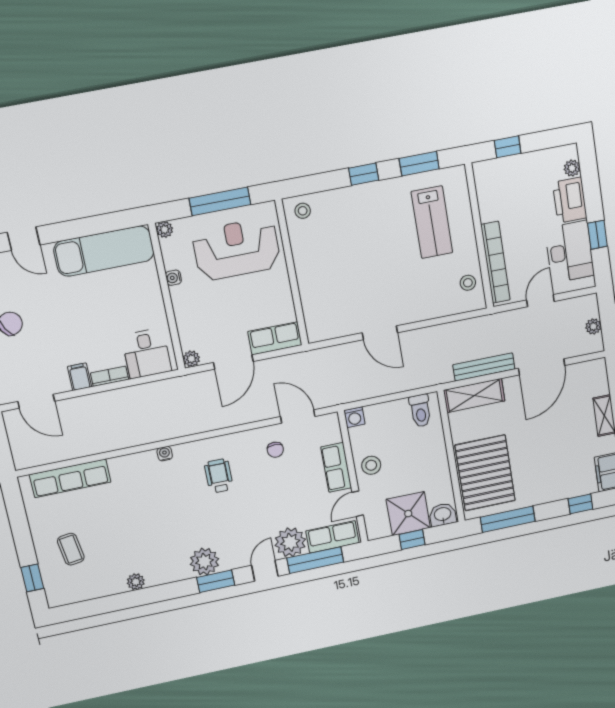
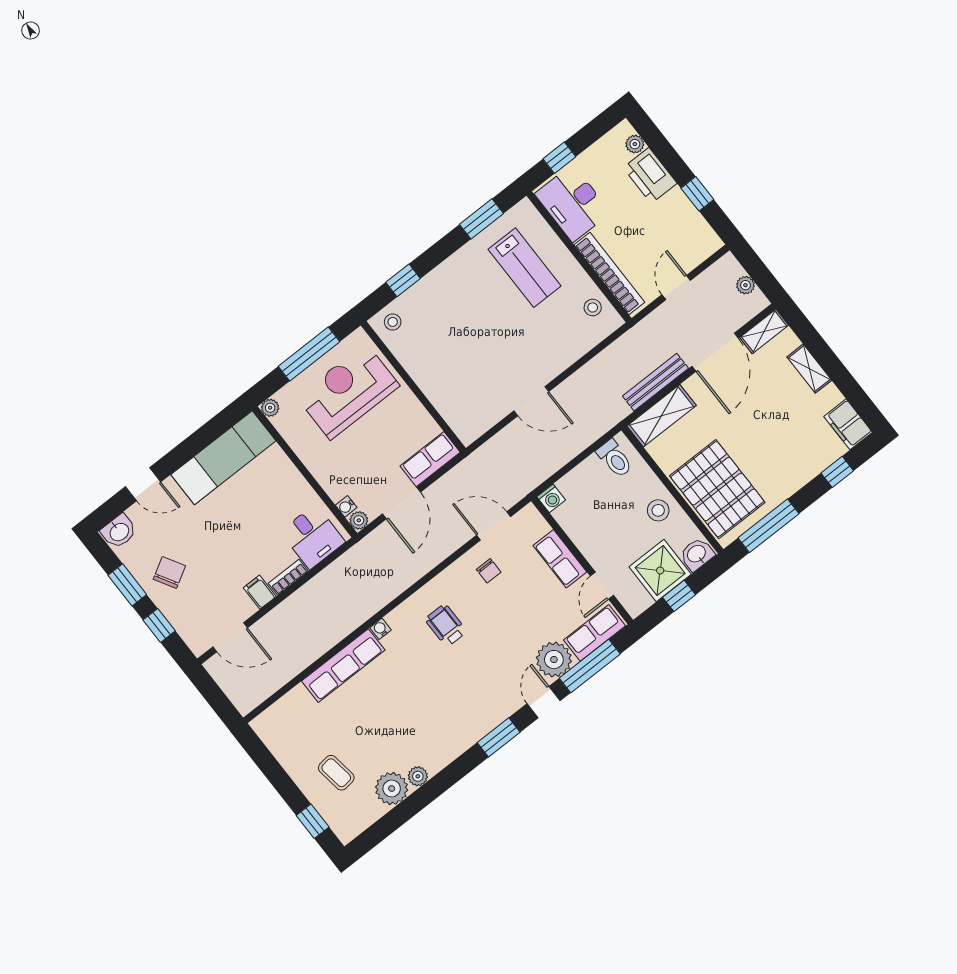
window: (364, 174) -> (403, 280), moved
desk: (569, 252) -> (573, 203), moved, turned 180
water cooler: (173, 278) -> (346, 506), moved
shelving: (587, 370) -> (764, 331), added
stool: (371, 465) -> (658, 510), moved
row of seats: (70, 478) -> (343, 666), moved
plant: (204, 562) -> (392, 789), moved

